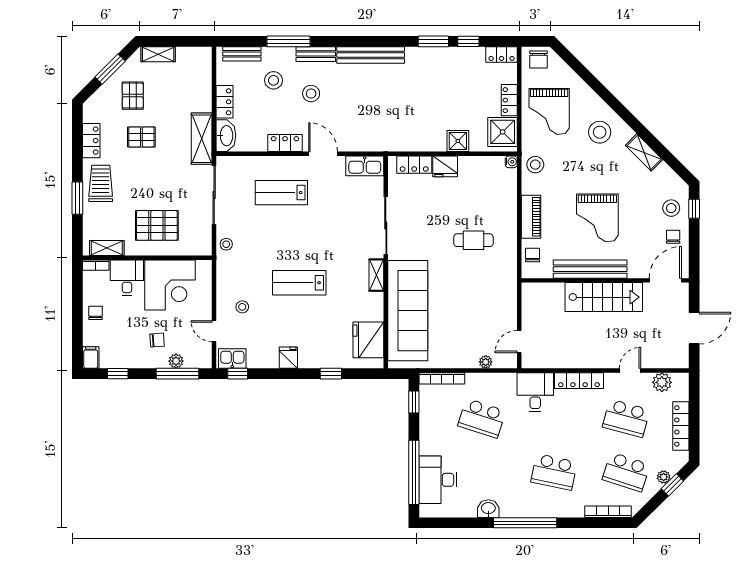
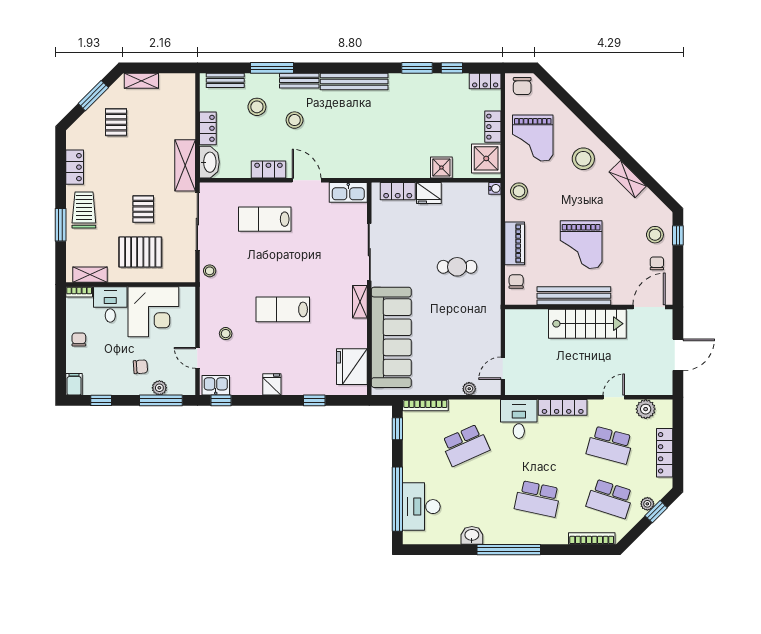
pallet: (141, 137) -> (143, 209), moved, turned 90
school desk: (482, 418) -> (465, 445), turned -42

